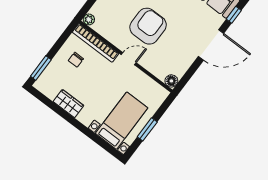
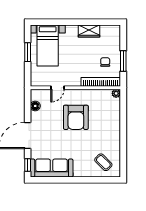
door: (129, 59) -> (57, 88), moved
window: (41, 68) -> (123, 61), moved
floor lamp: (171, 81) -> (35, 106), moved

